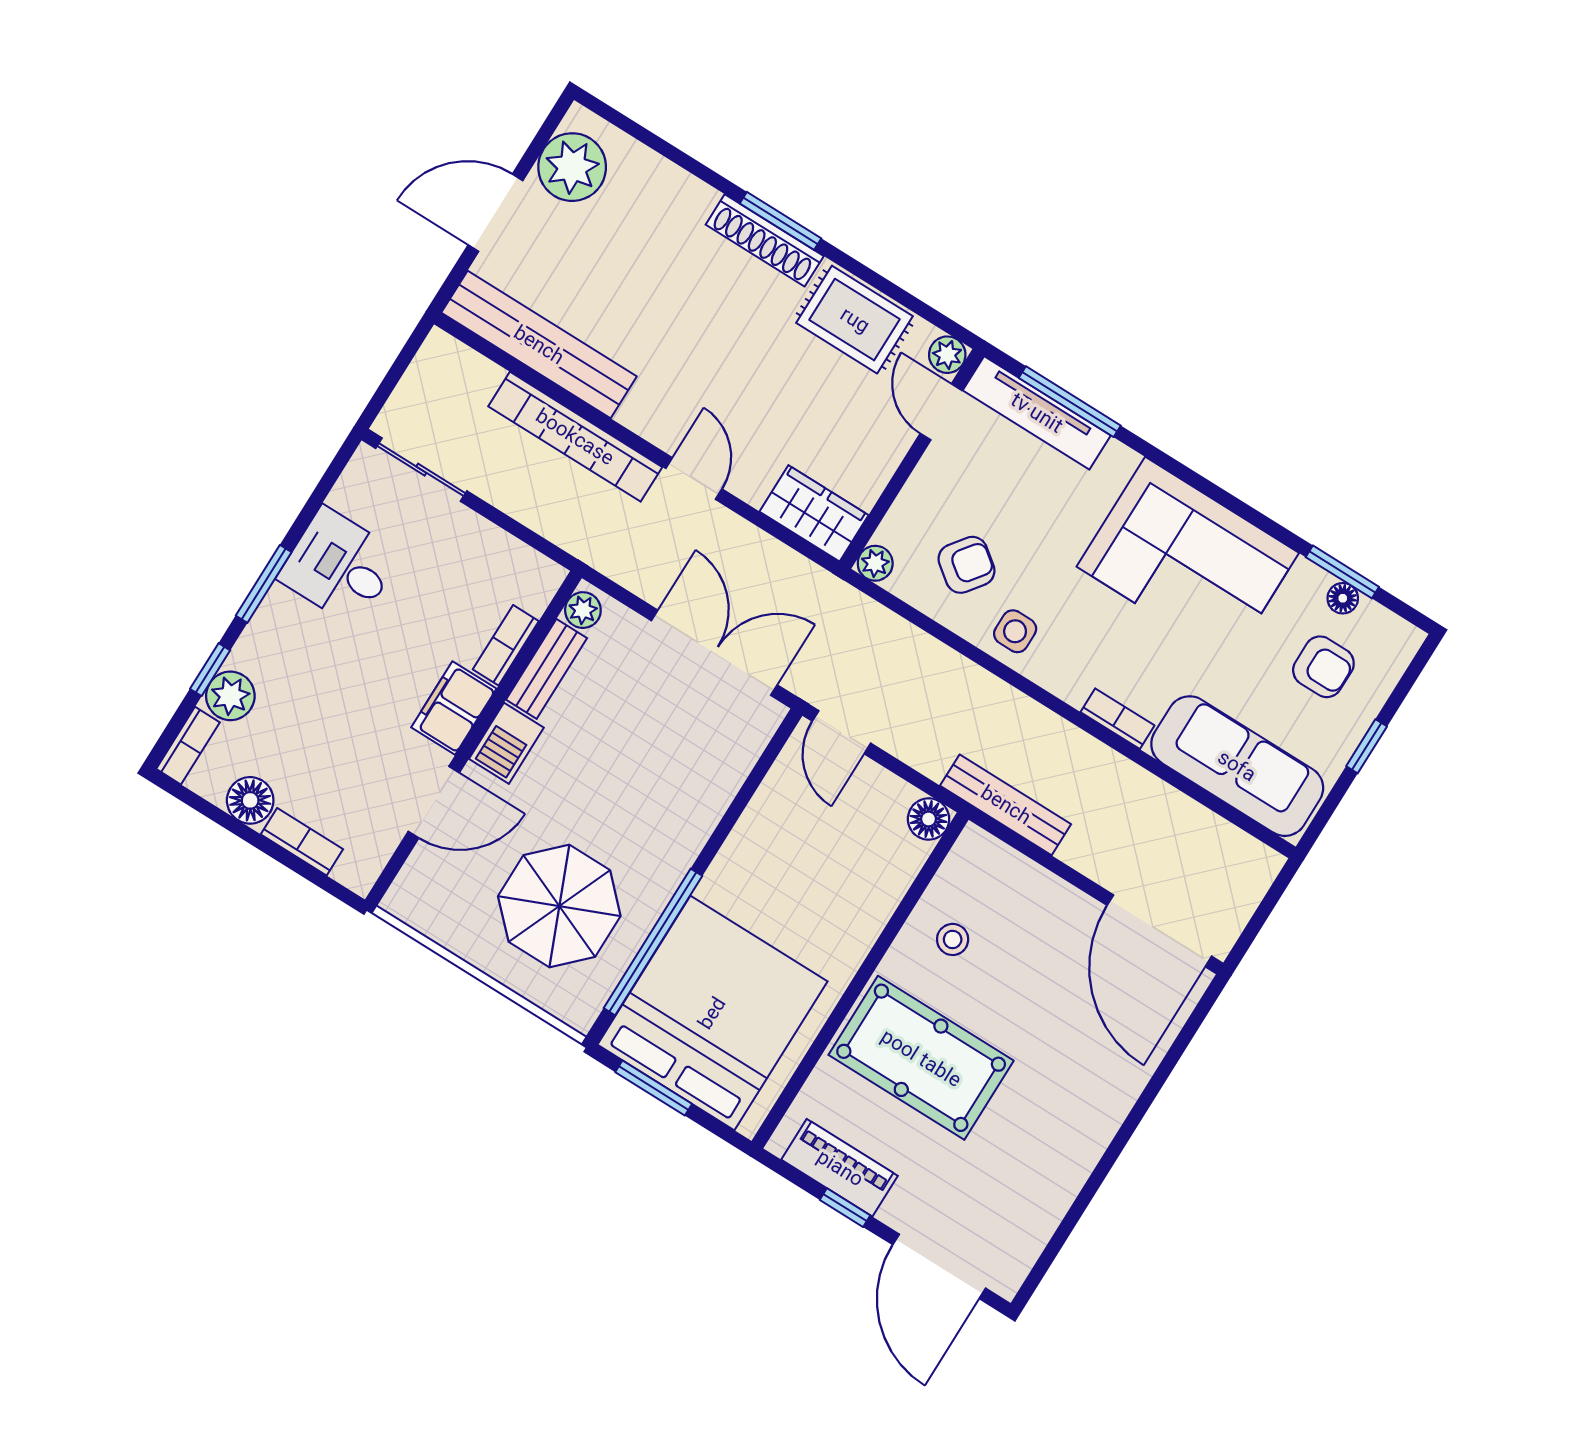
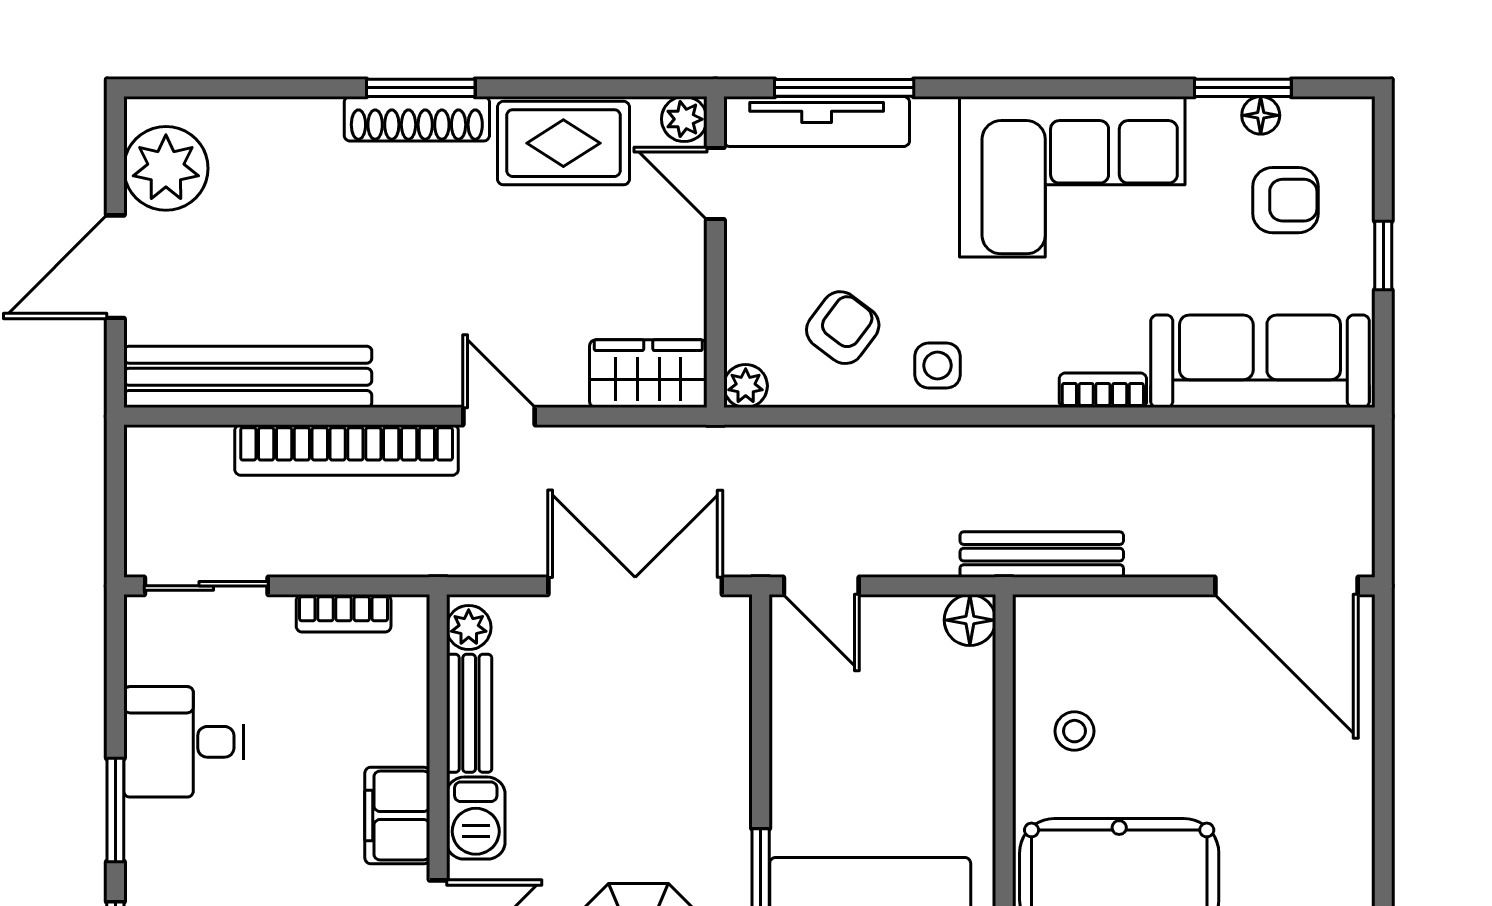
bookcase: (506, 645) -> (344, 613), moved, turned -90

